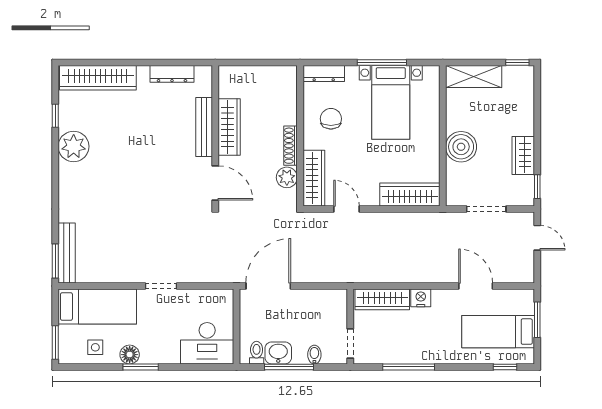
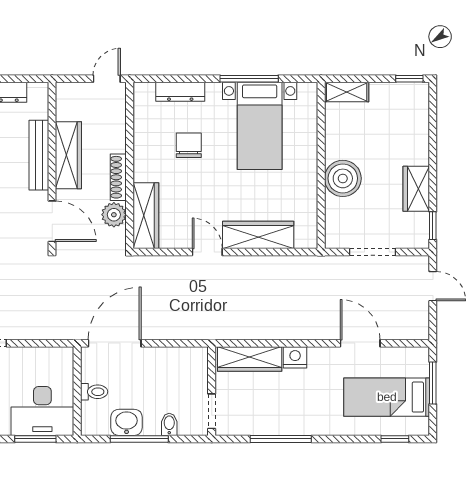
door: (262, 62) -> (107, 79), added
shelving: (474, 77) -> (347, 92), width x0.67, depth x0.75
wall: (300, 136) -> (130, 165), moved
shoe rack: (291, 146) -> (118, 177), moved
plant: (287, 177) -> (114, 215), moved
wardrobe: (314, 178) -> (146, 216), moved
wardrobe: (410, 194) -> (258, 235), moved
toilet: (257, 353) -> (94, 392), moved, turned 90
window: (201, 367) -> (35, 439), added

